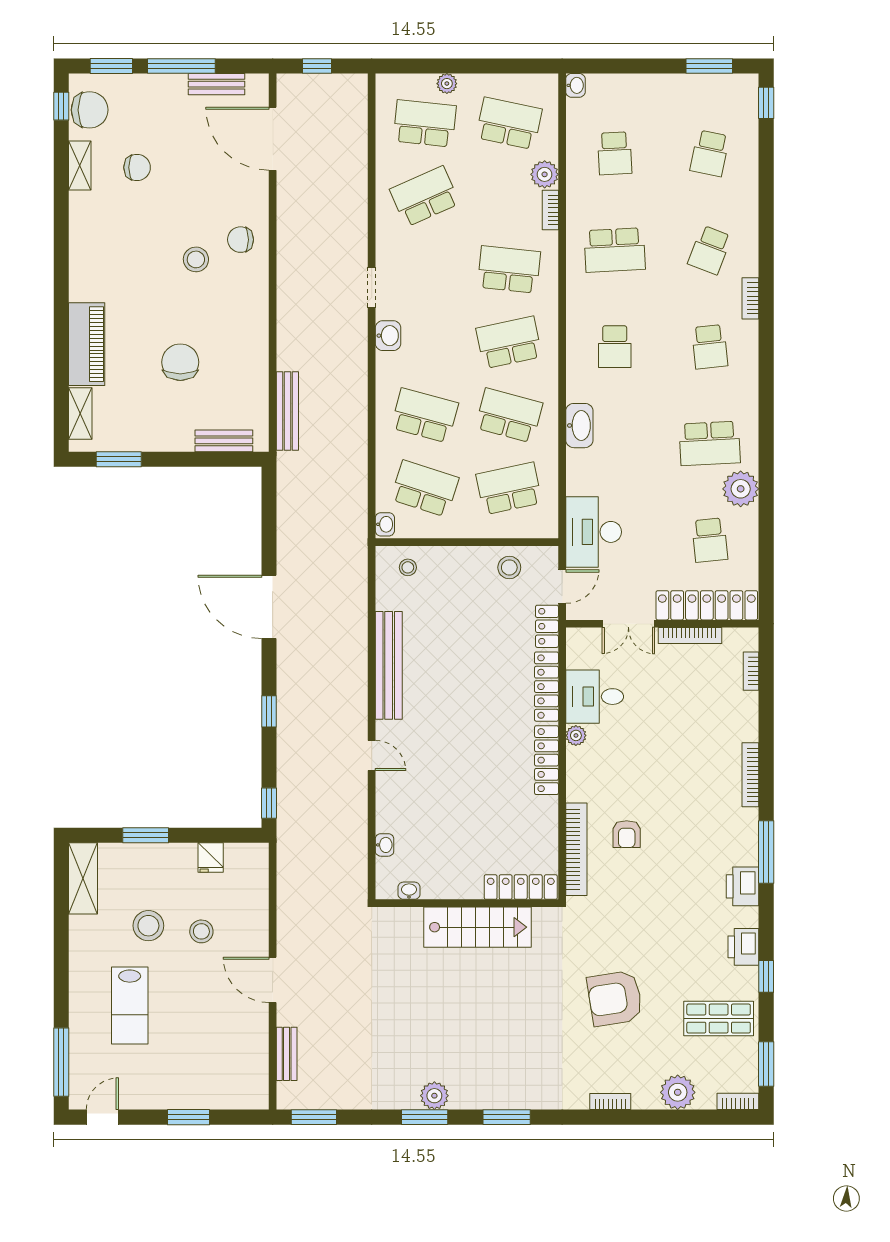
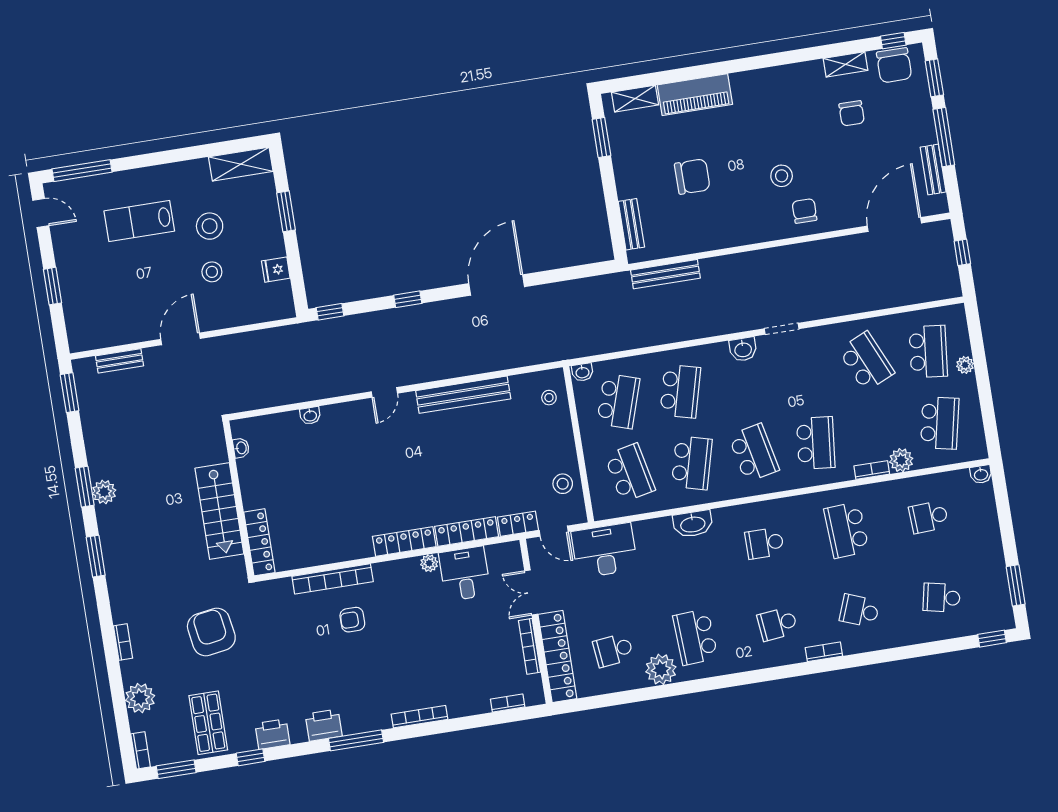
locker: (521, 887) -> (259, 542), moved
washbasin: (409, 891) -> (241, 448), moved
wall: (467, 903) -> (238, 499), moved
stairs: (478, 927) -> (219, 511), moved

